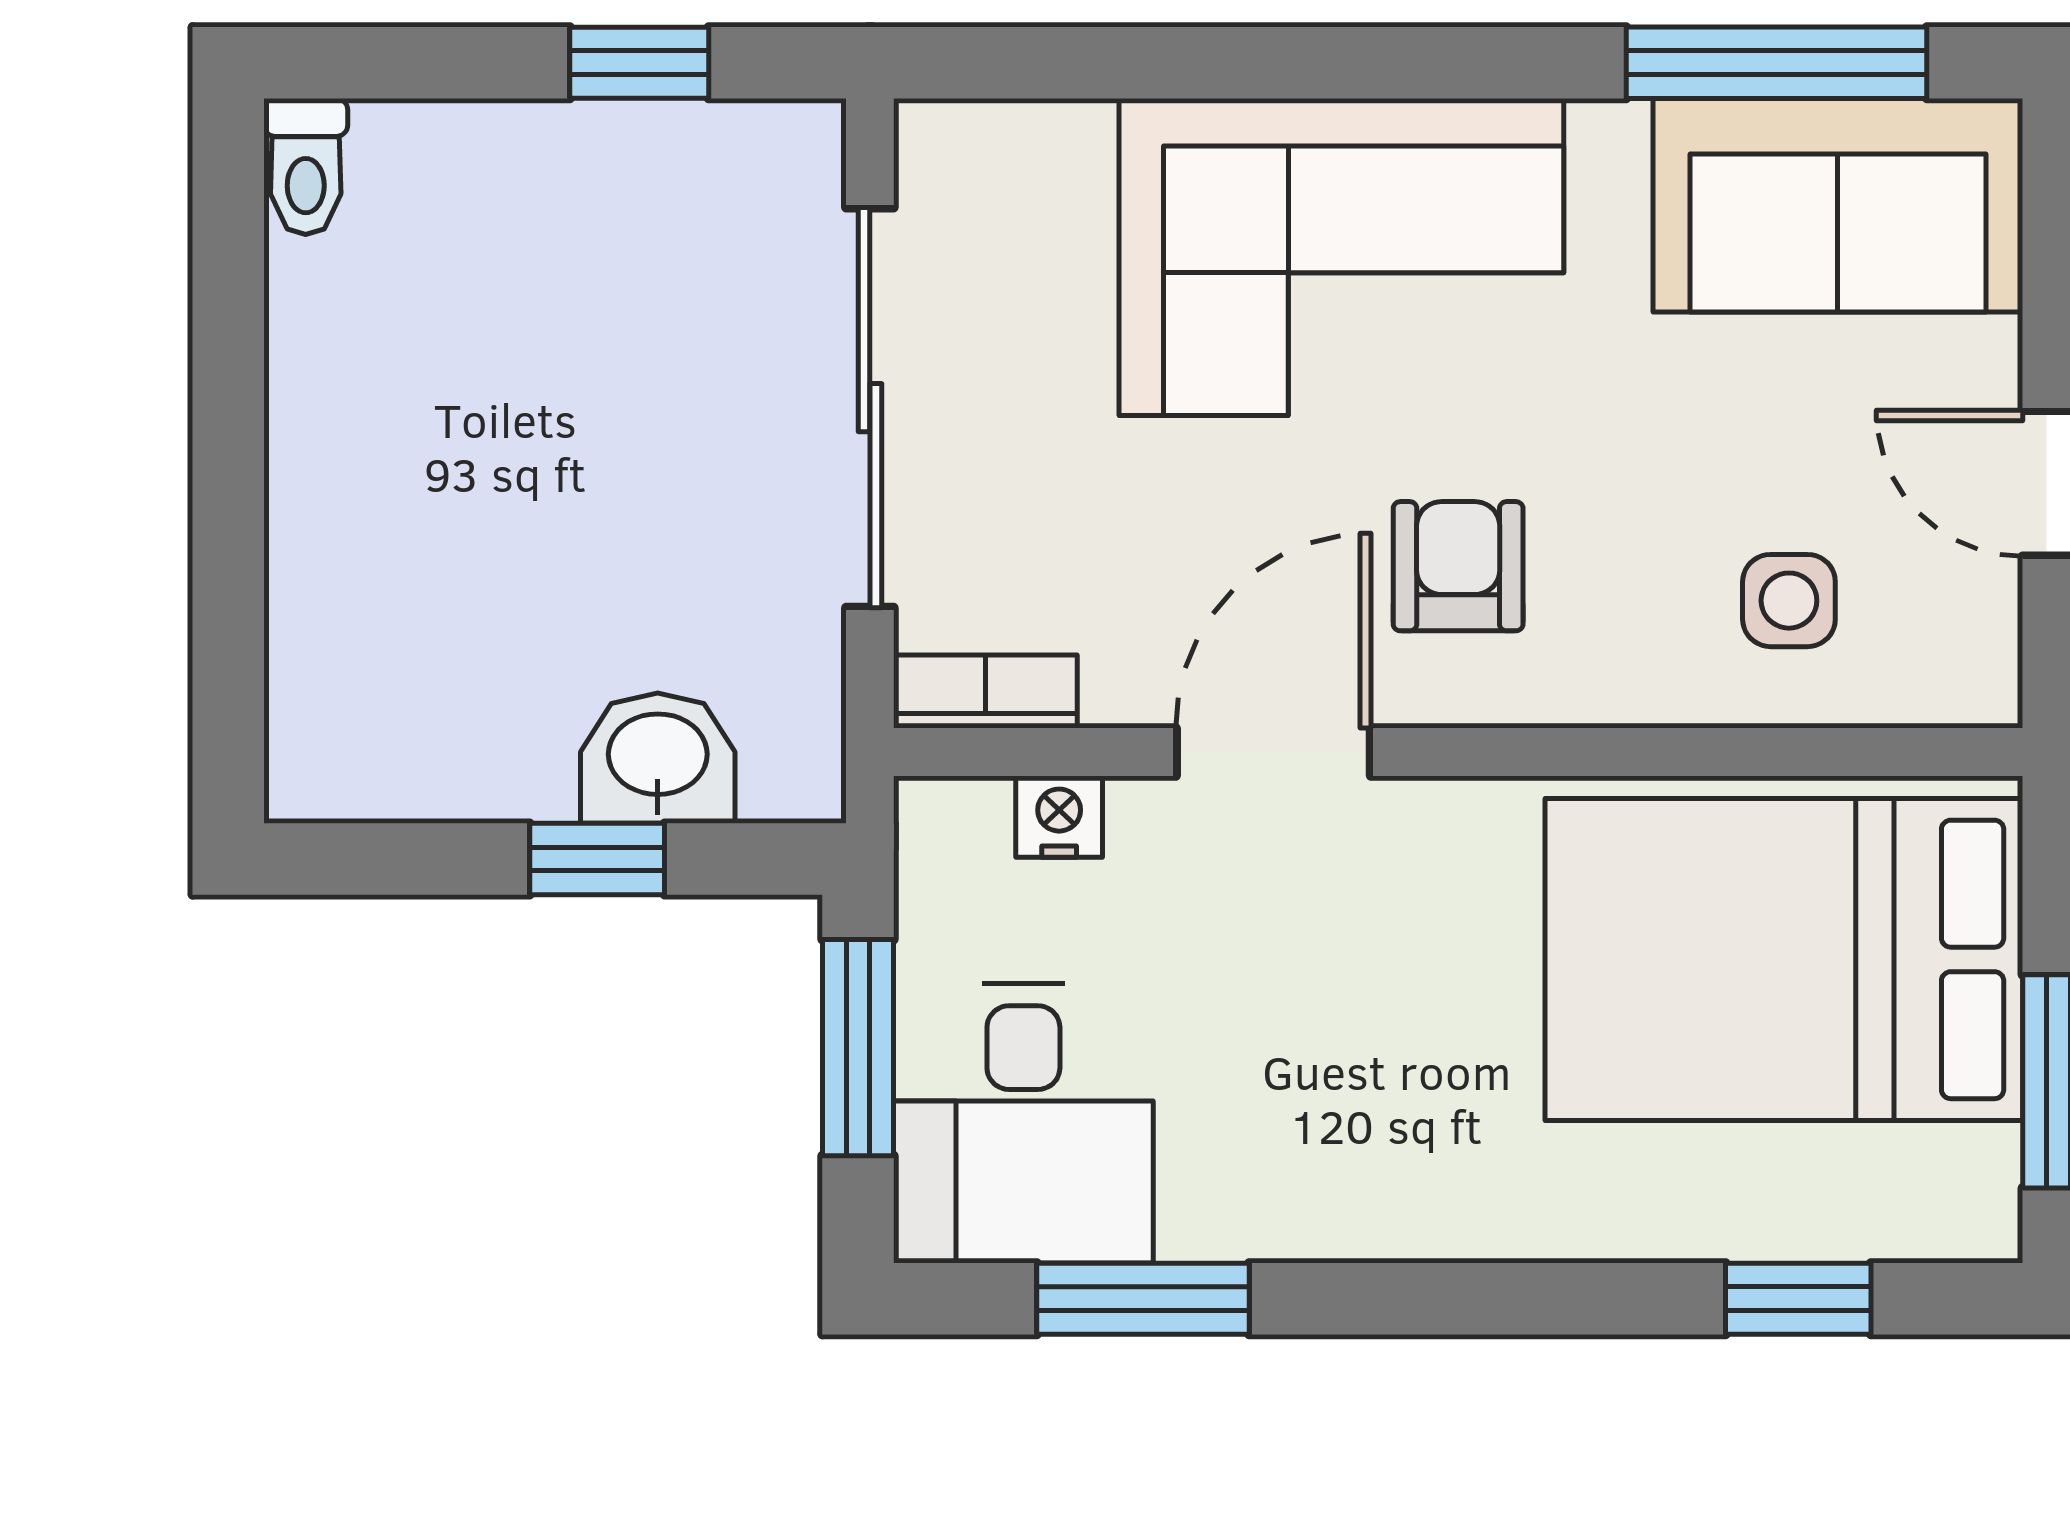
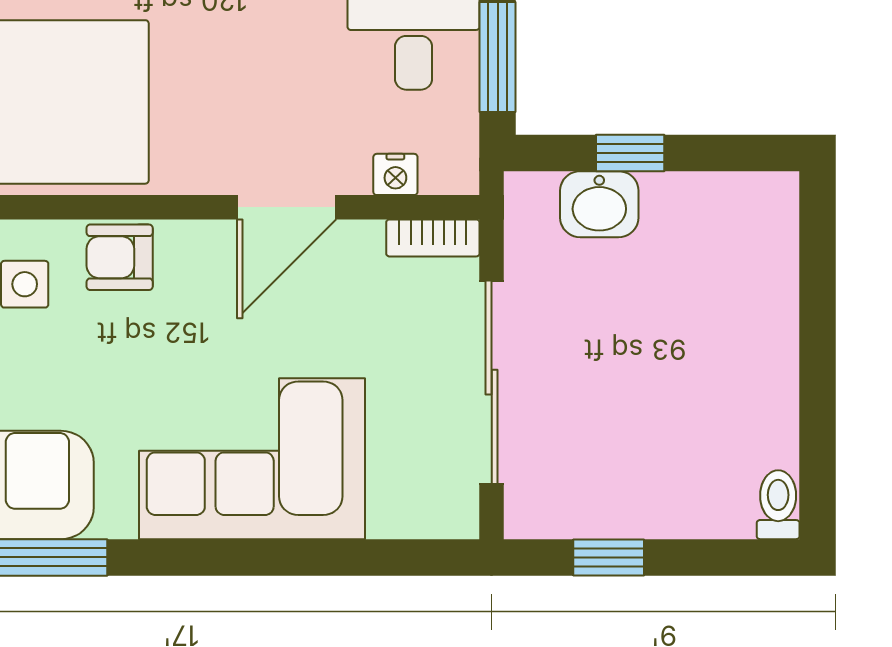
armchair: (1458, 566) -> (120, 257), moved, turned 90

